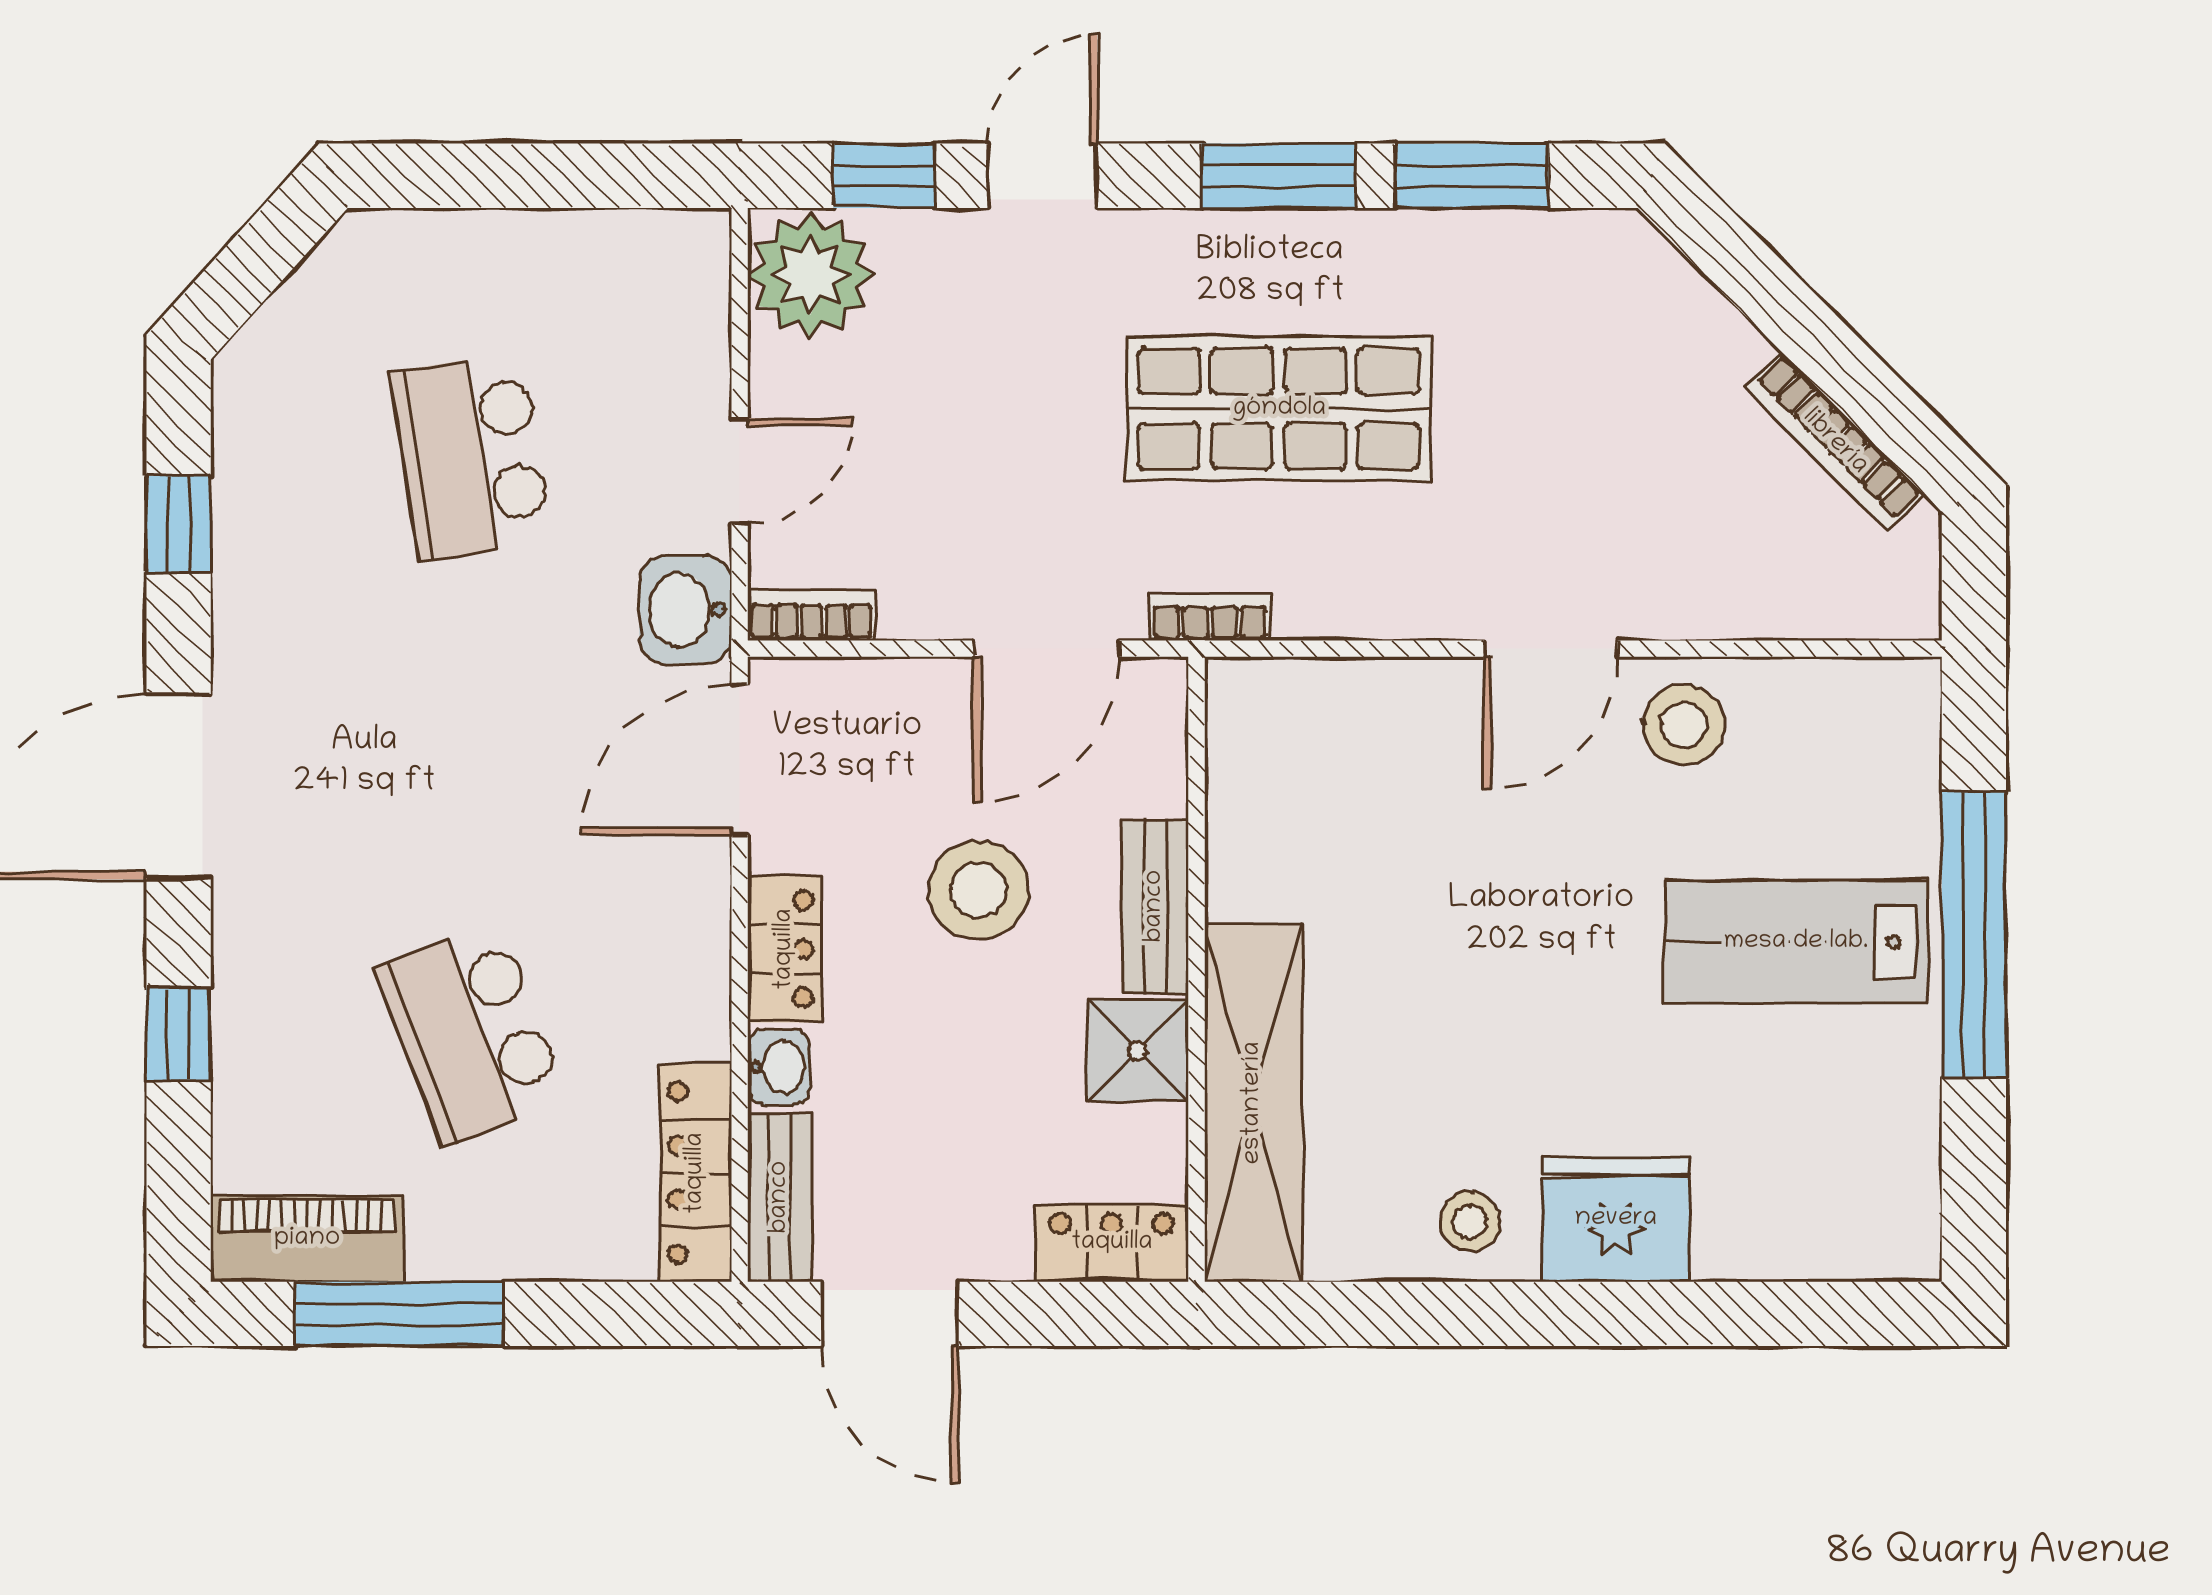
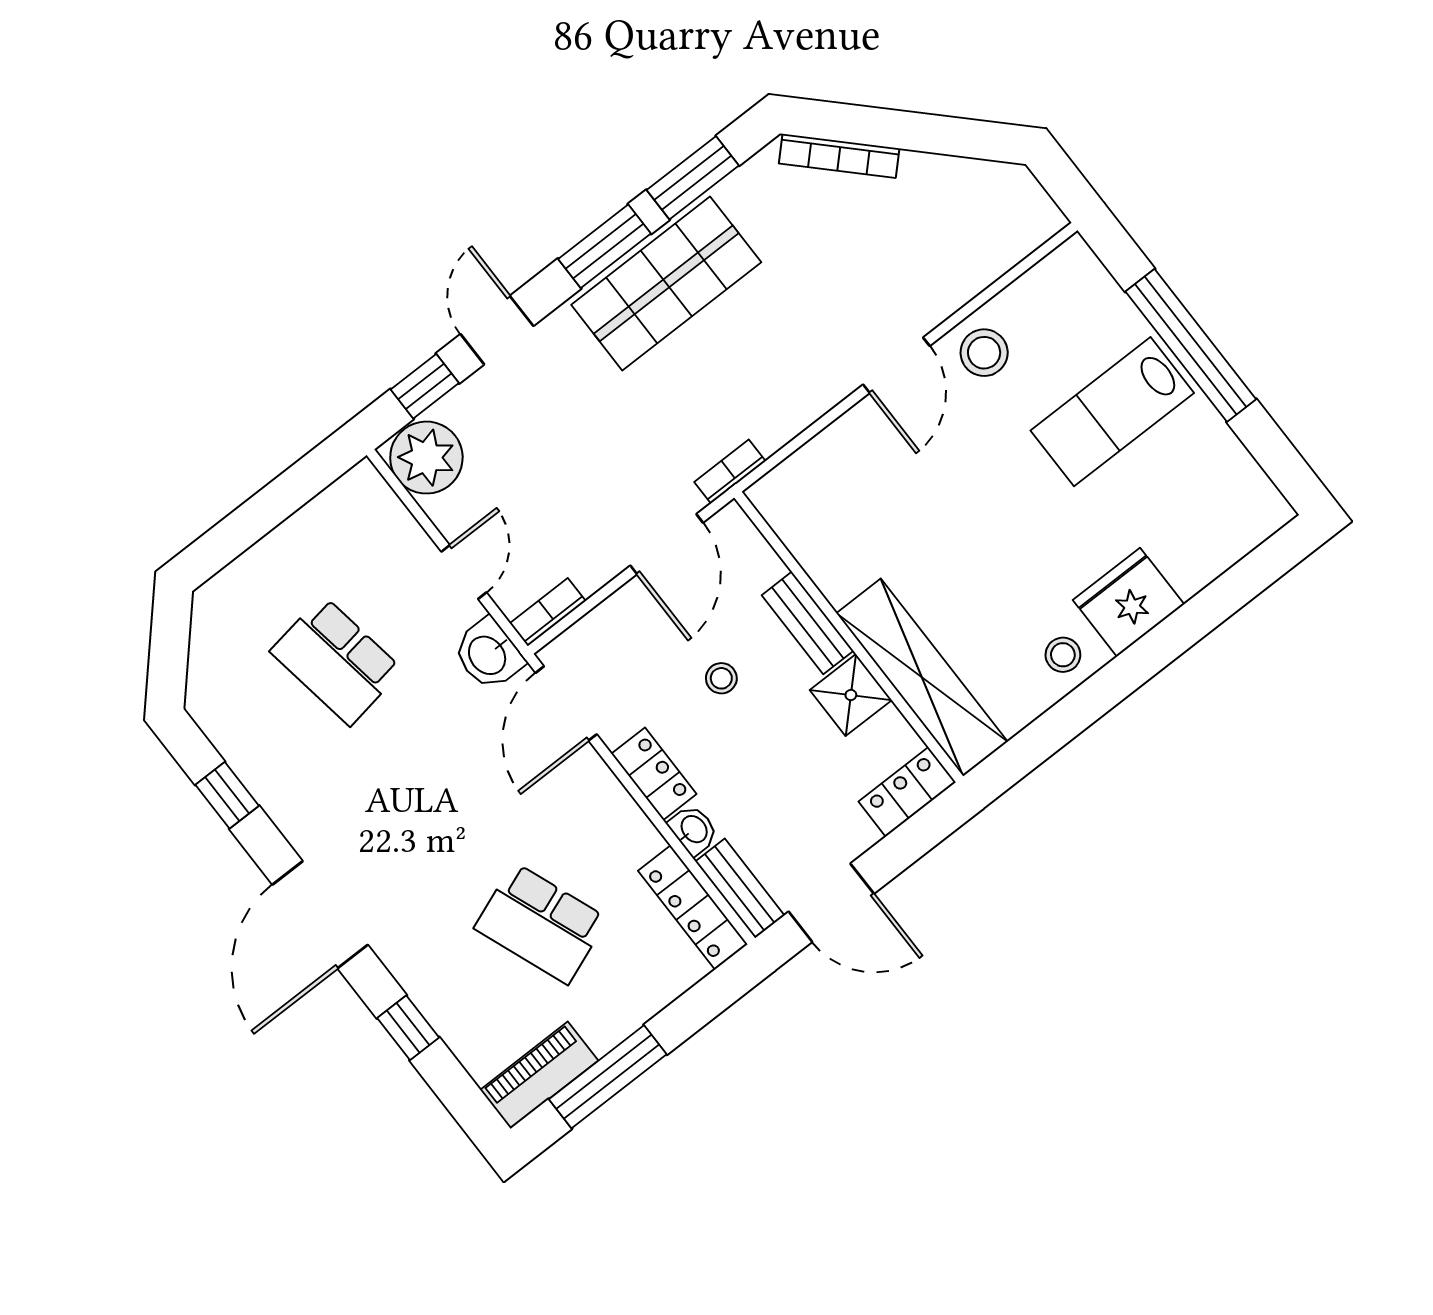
shop shelf: (1279, 409) -> (666, 283), moved
bookcase: (1835, 442) -> (839, 156), moved
stool: (978, 890) -> (721, 678), width x0.53, depth x0.53

